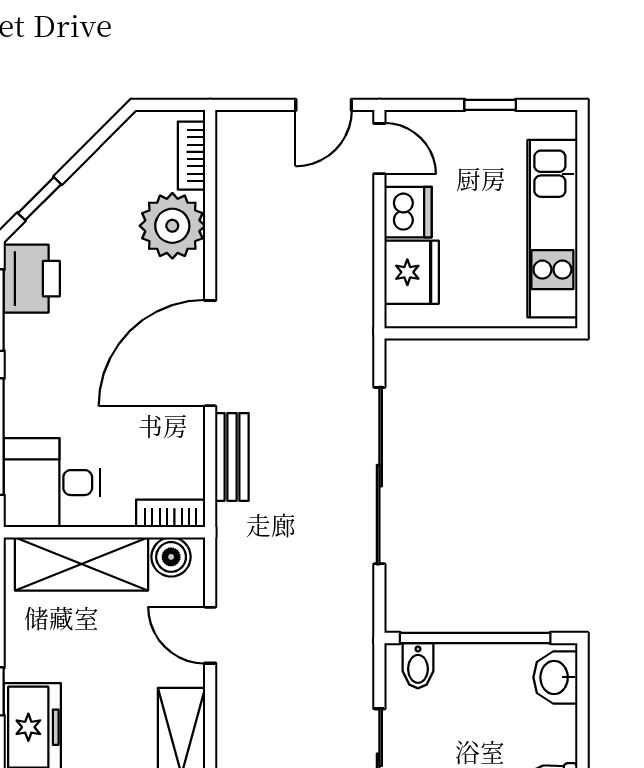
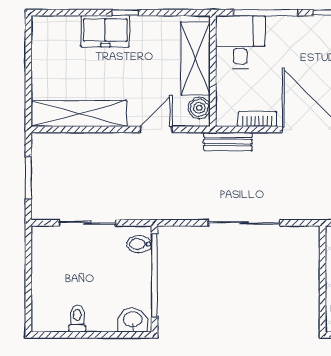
bench: (232, 457) -> (228, 141), moved
sliding door: (379, 476) -> (244, 223), width x0.73
bookcase: (171, 513) -> (257, 119), moved, turned -90

